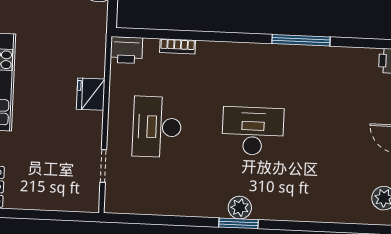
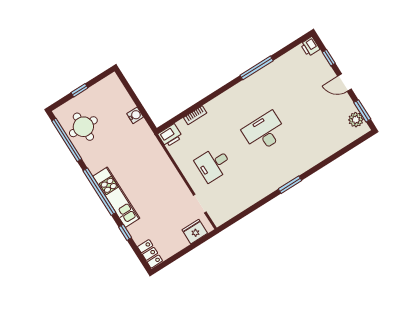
fridge: (91, 94) -> (195, 232), moved, turned 90
desk: (157, 127) -> (213, 164), width x0.73
plant: (240, 208) -> (285, 176), removed

